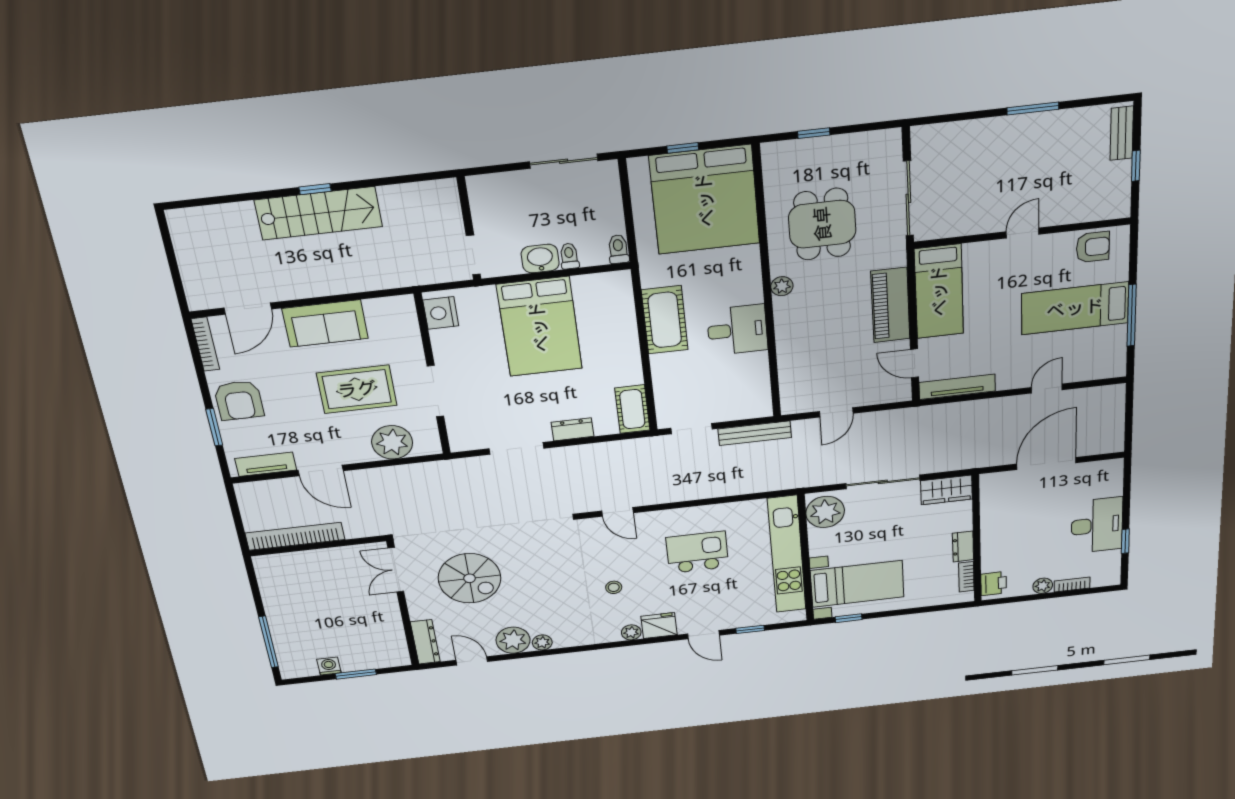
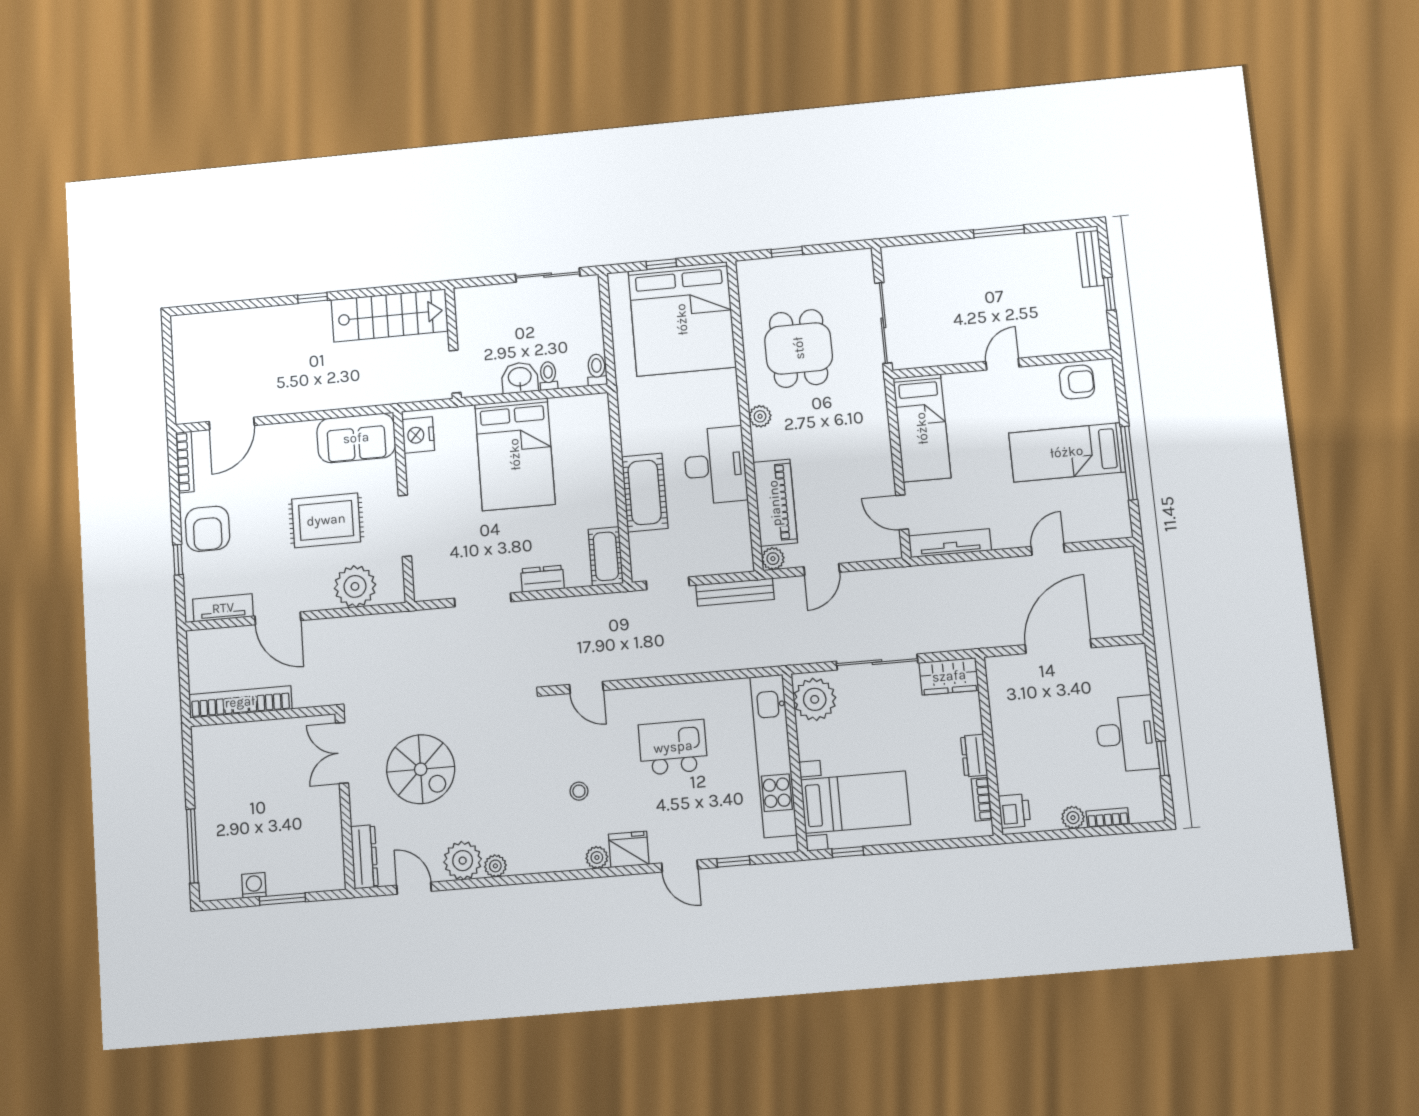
stairs: (318, 213) -> (390, 315), moved
piano: (890, 305) -> (775, 503), moved, turned 180
cot: (665, 320) -> (645, 492), moved
sofa: (325, 323) -> (356, 438), moved
desk: (737, 330) -> (715, 465), width x1.37
plant: (791, 405) -> (773, 559), added
window: (214, 427) -> (178, 560), width x0.67

